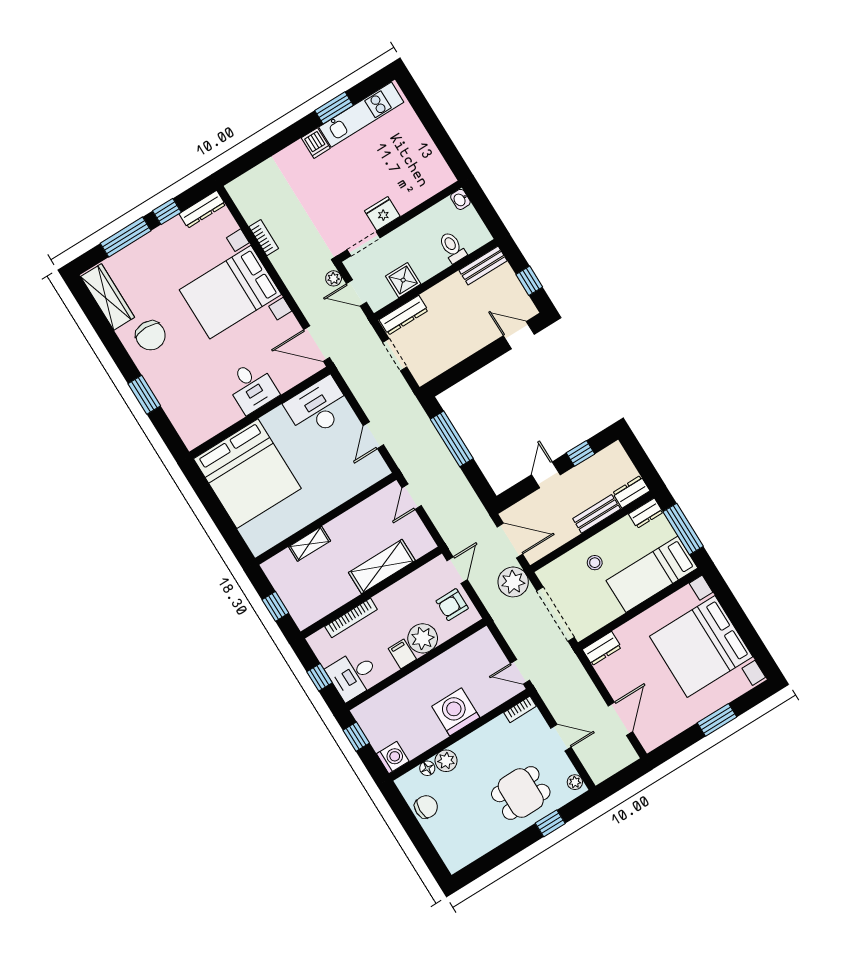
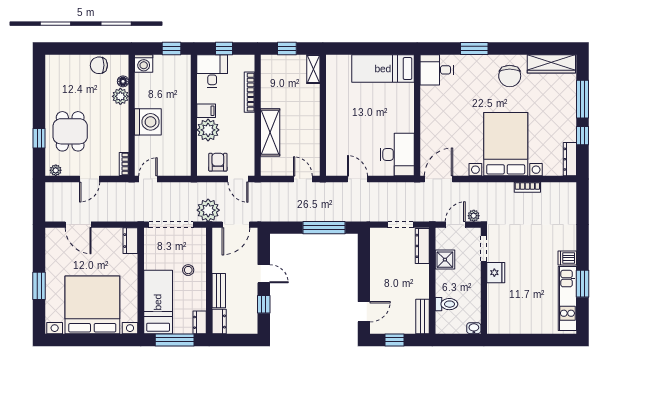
chair: (151, 335) -> (510, 76), turned -90
desk: (252, 387) -> (437, 70), moved
bed: (247, 474) -> (383, 69), width x0.49
shelving: (310, 544) -> (313, 69), moved
chair: (426, 807) -> (99, 65), turned 90

